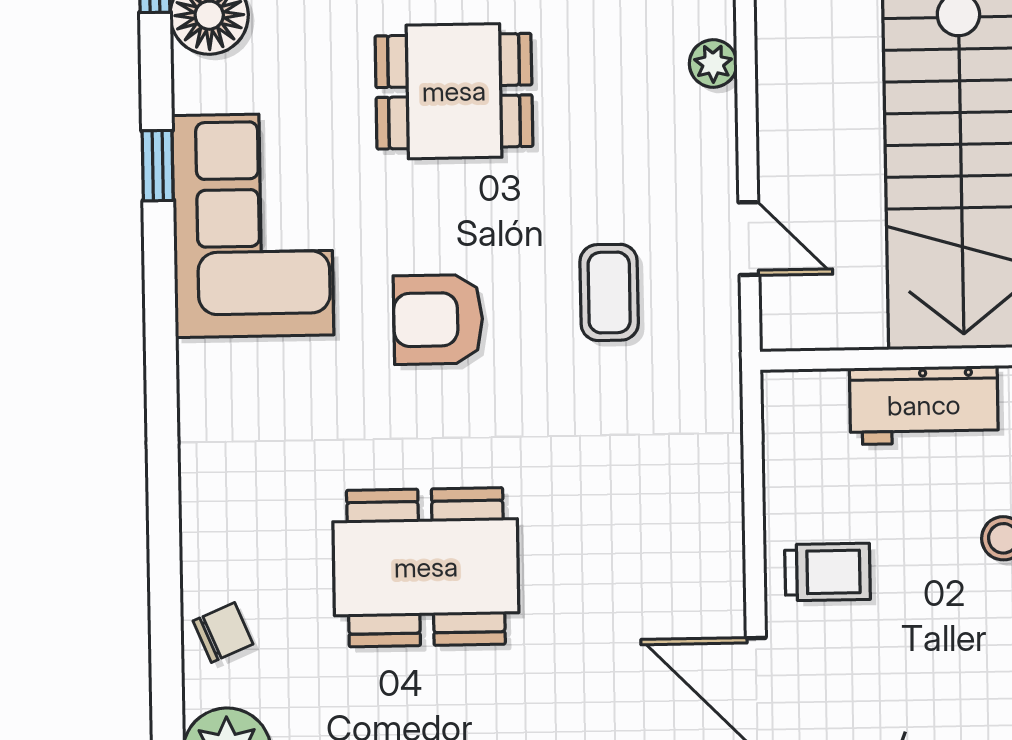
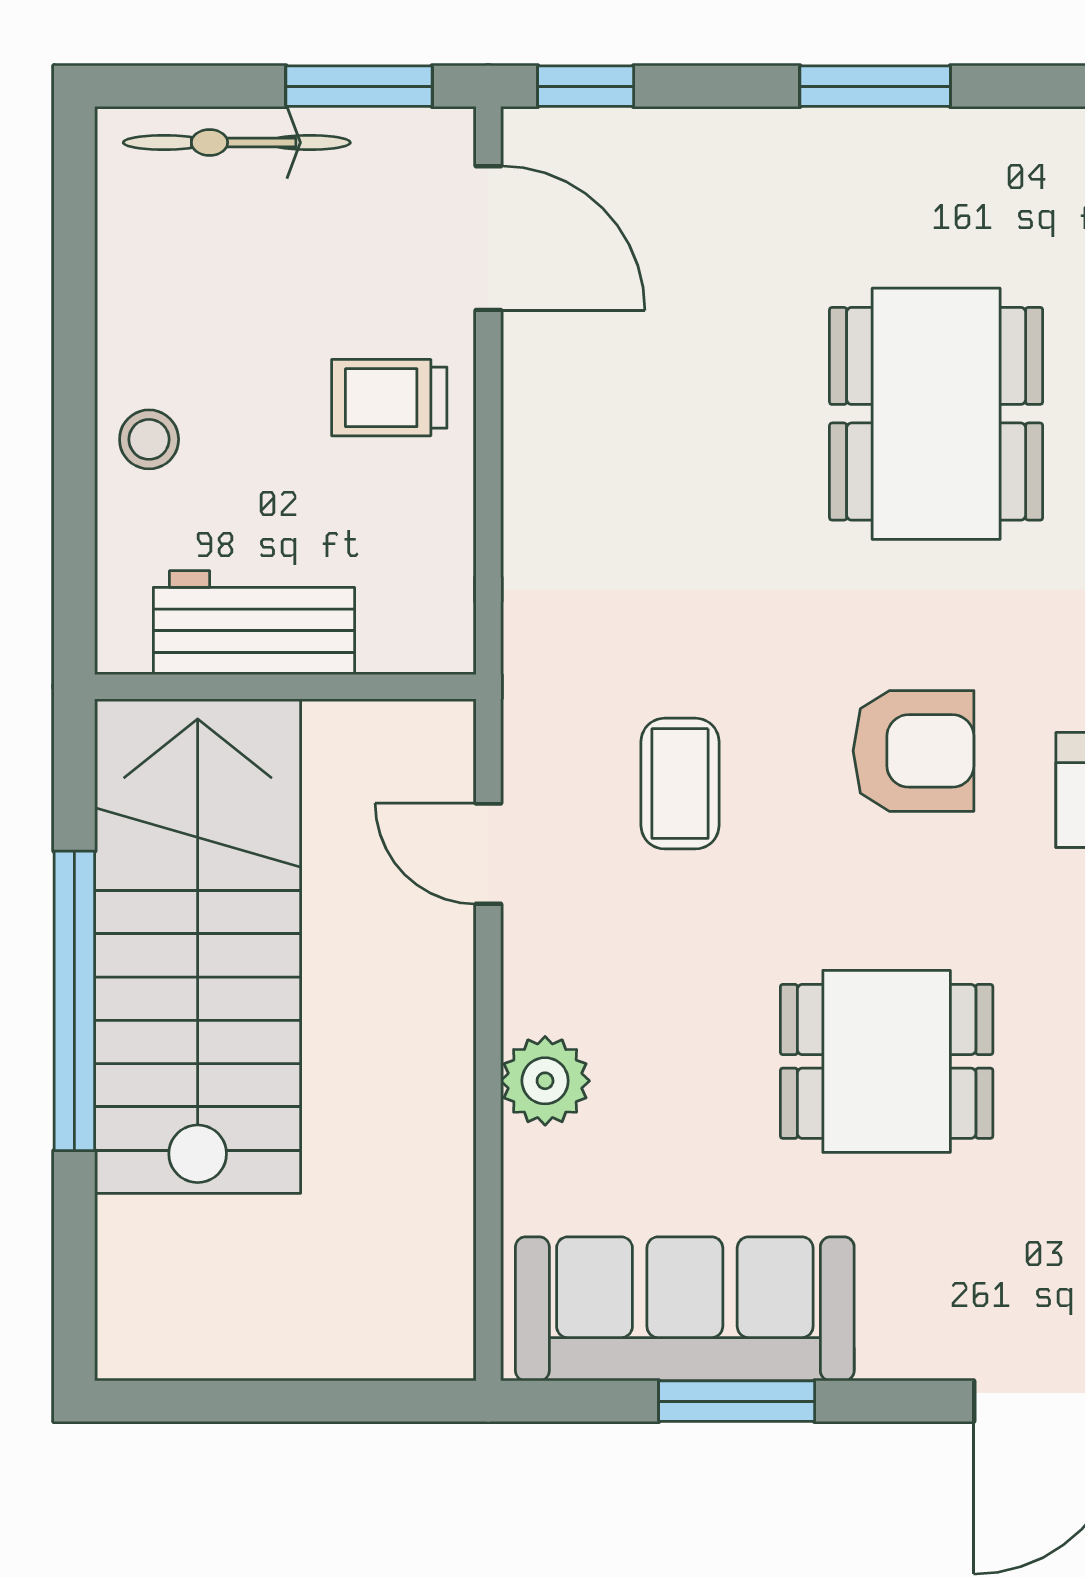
plant: (713, 64) -> (545, 1081), width x1.38, depth x1.38
dining table: (426, 567) -> (936, 414), turned 90

